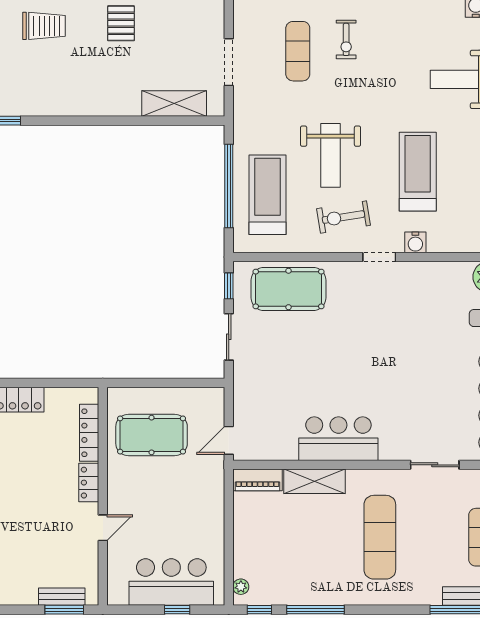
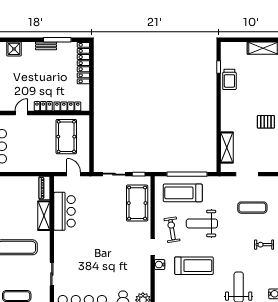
trolley: (44, 26) -> (229, 79), moved
exercise bike: (346, 39) -> (264, 245), moved
treadmill: (268, 195) -> (183, 193), turned 180
bar counter: (338, 439) -> (65, 211), moved
door: (229, 440) -> (74, 174), moved
door: (103, 528) -> (21, 113), swing flipped

